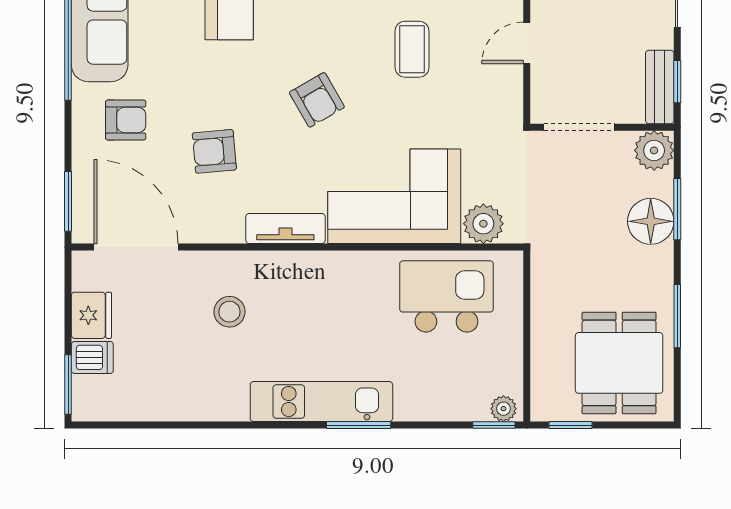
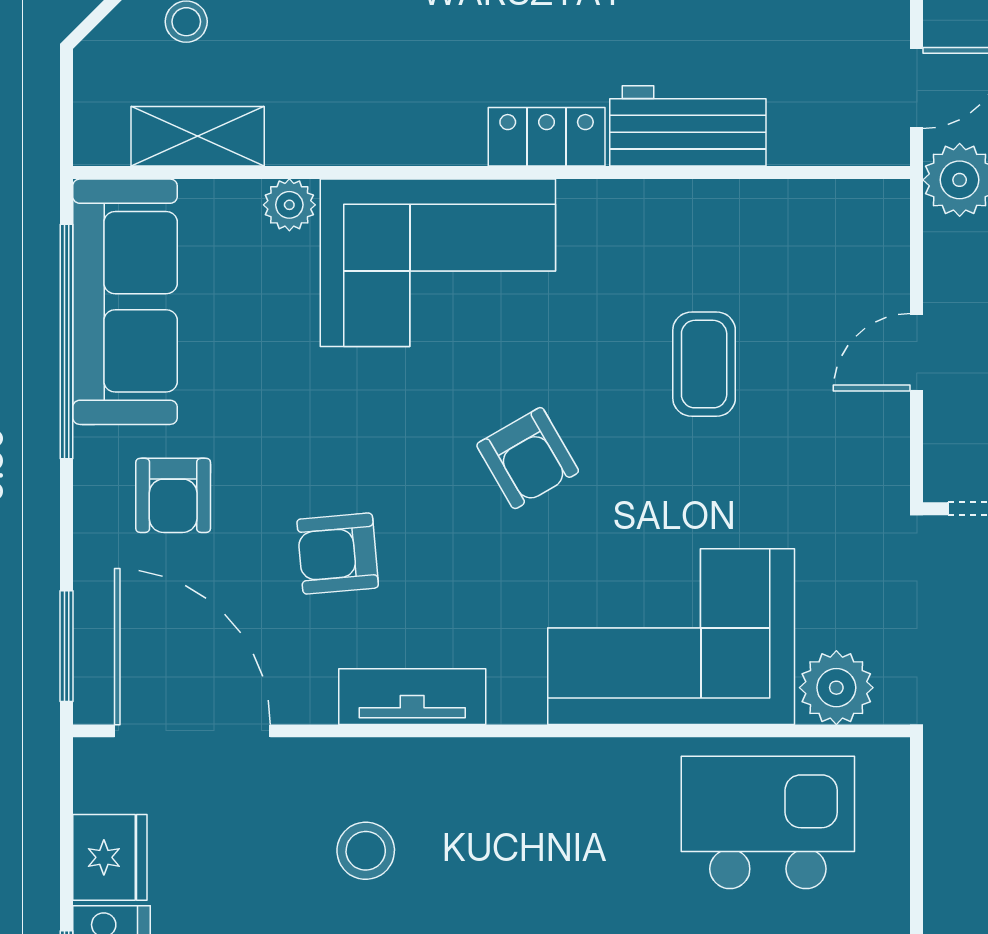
armchair: (126, 120) -> (173, 495), turned 90
tv unit: (285, 229) -> (412, 697), moved

